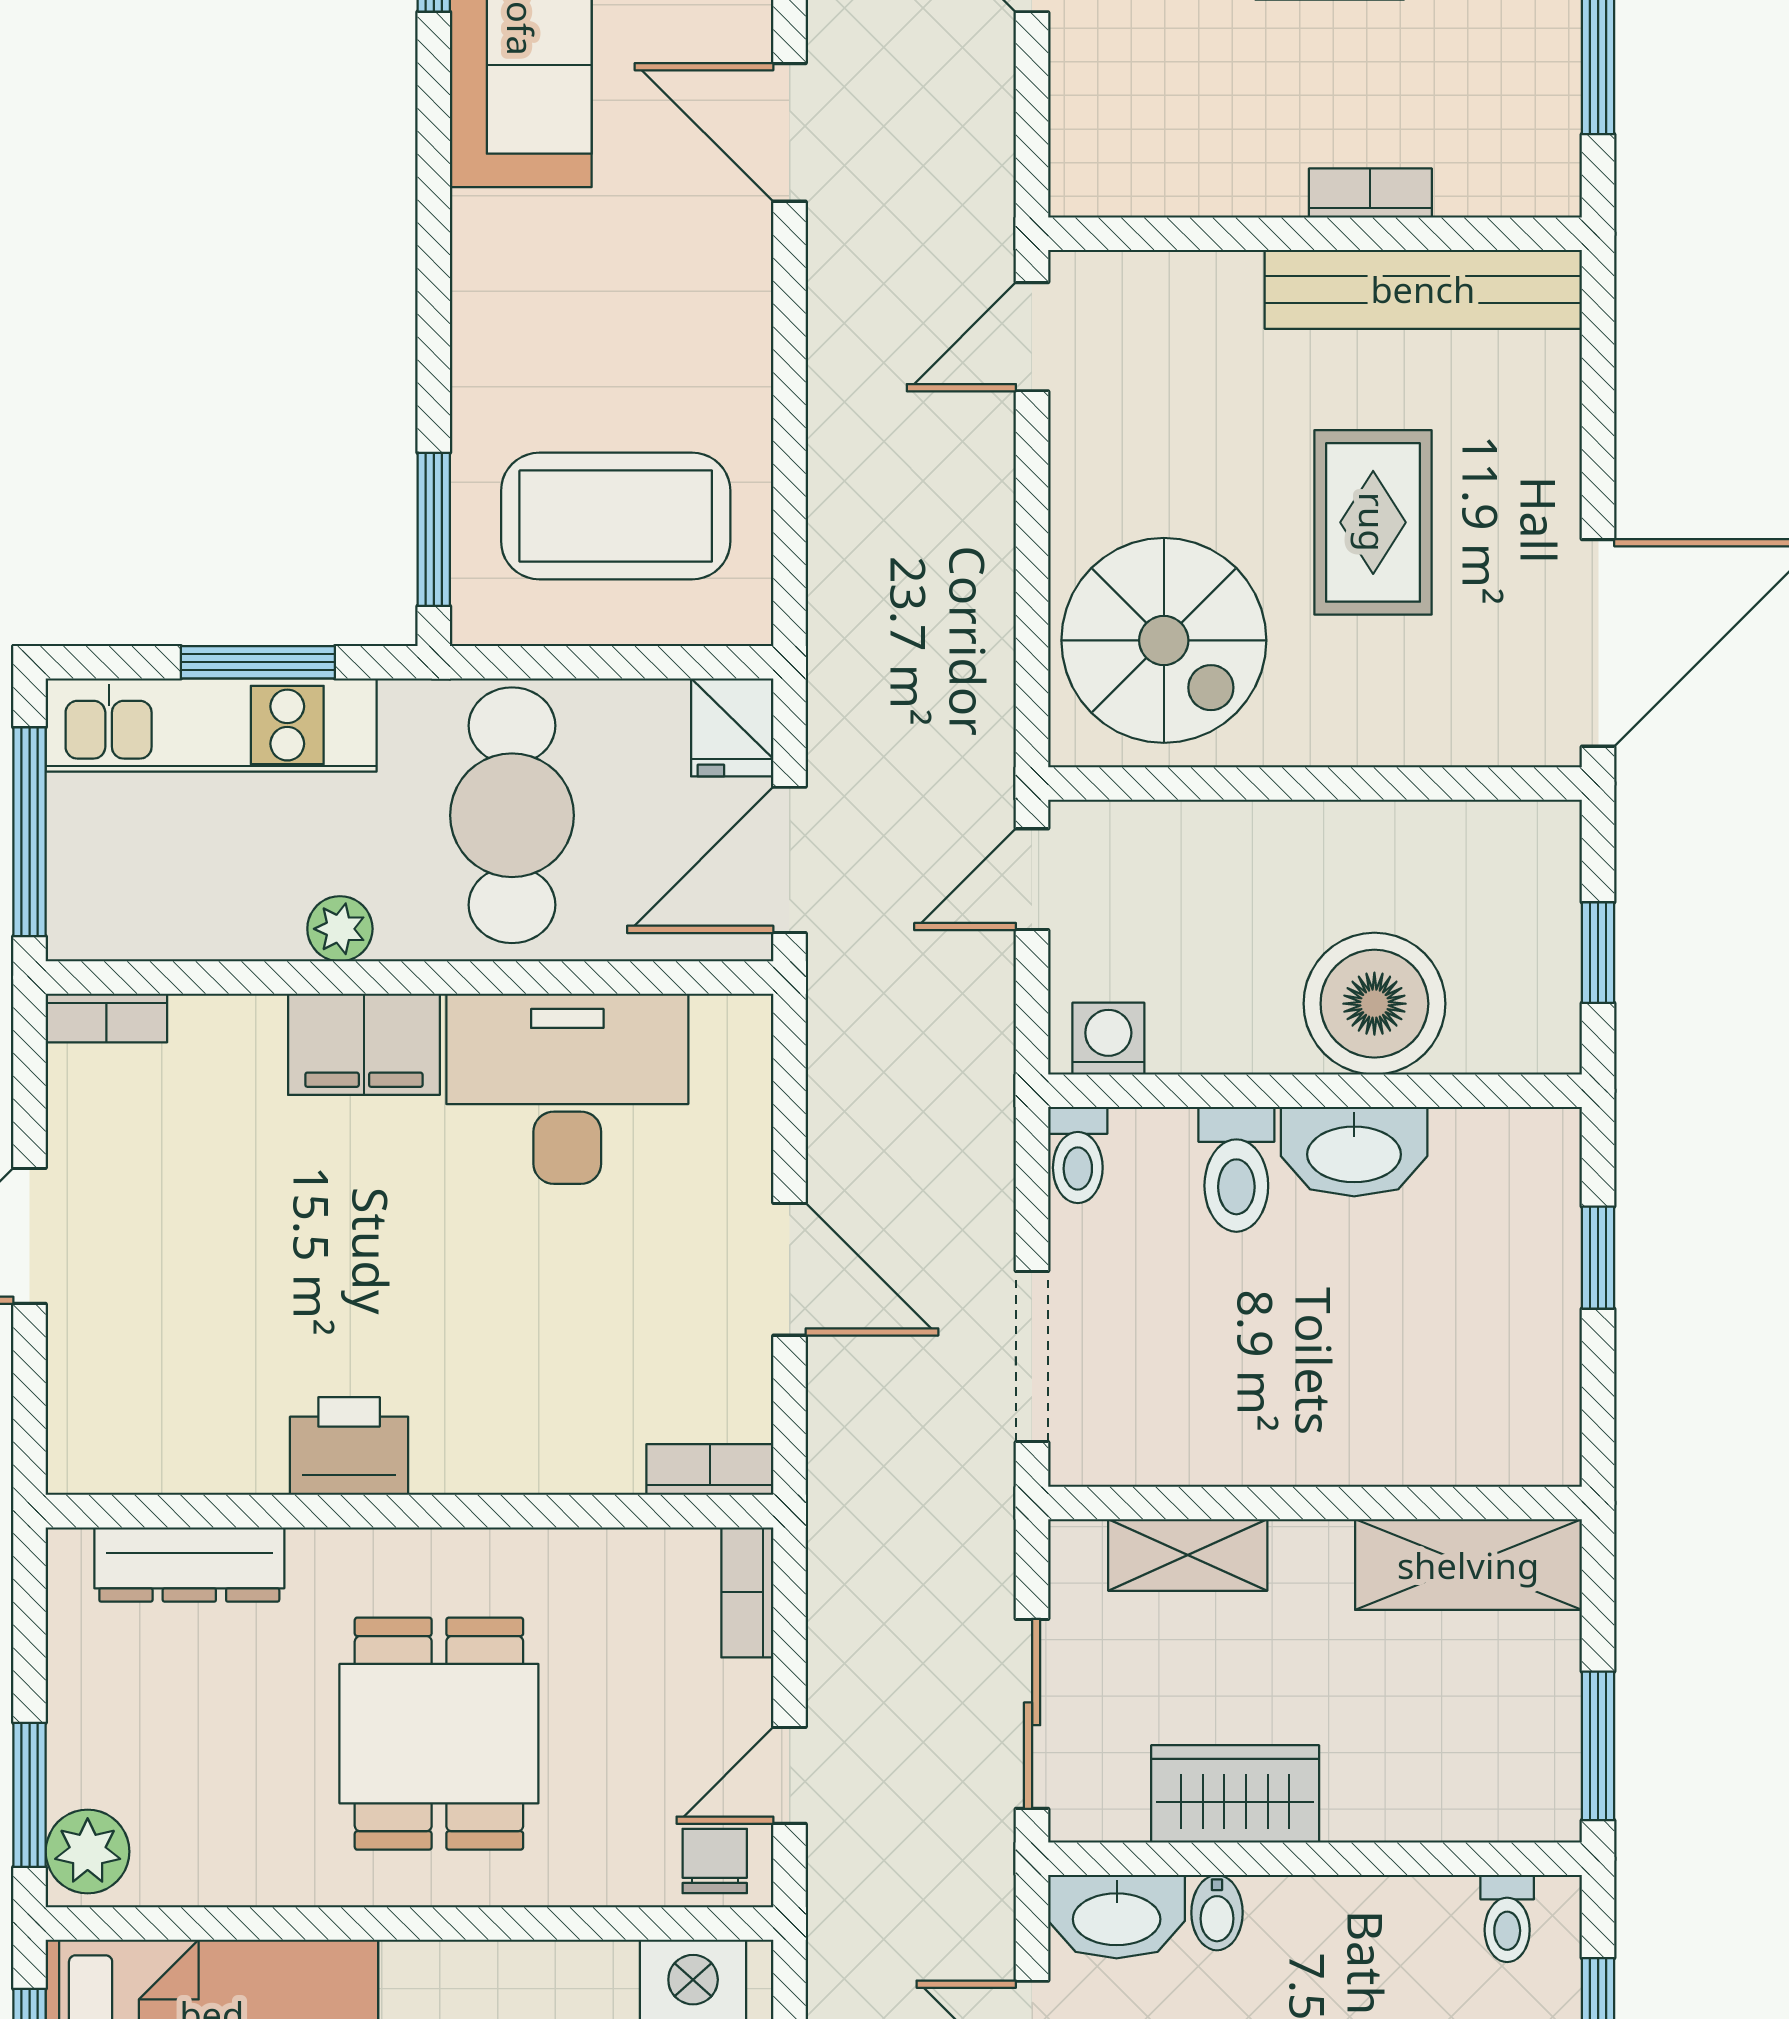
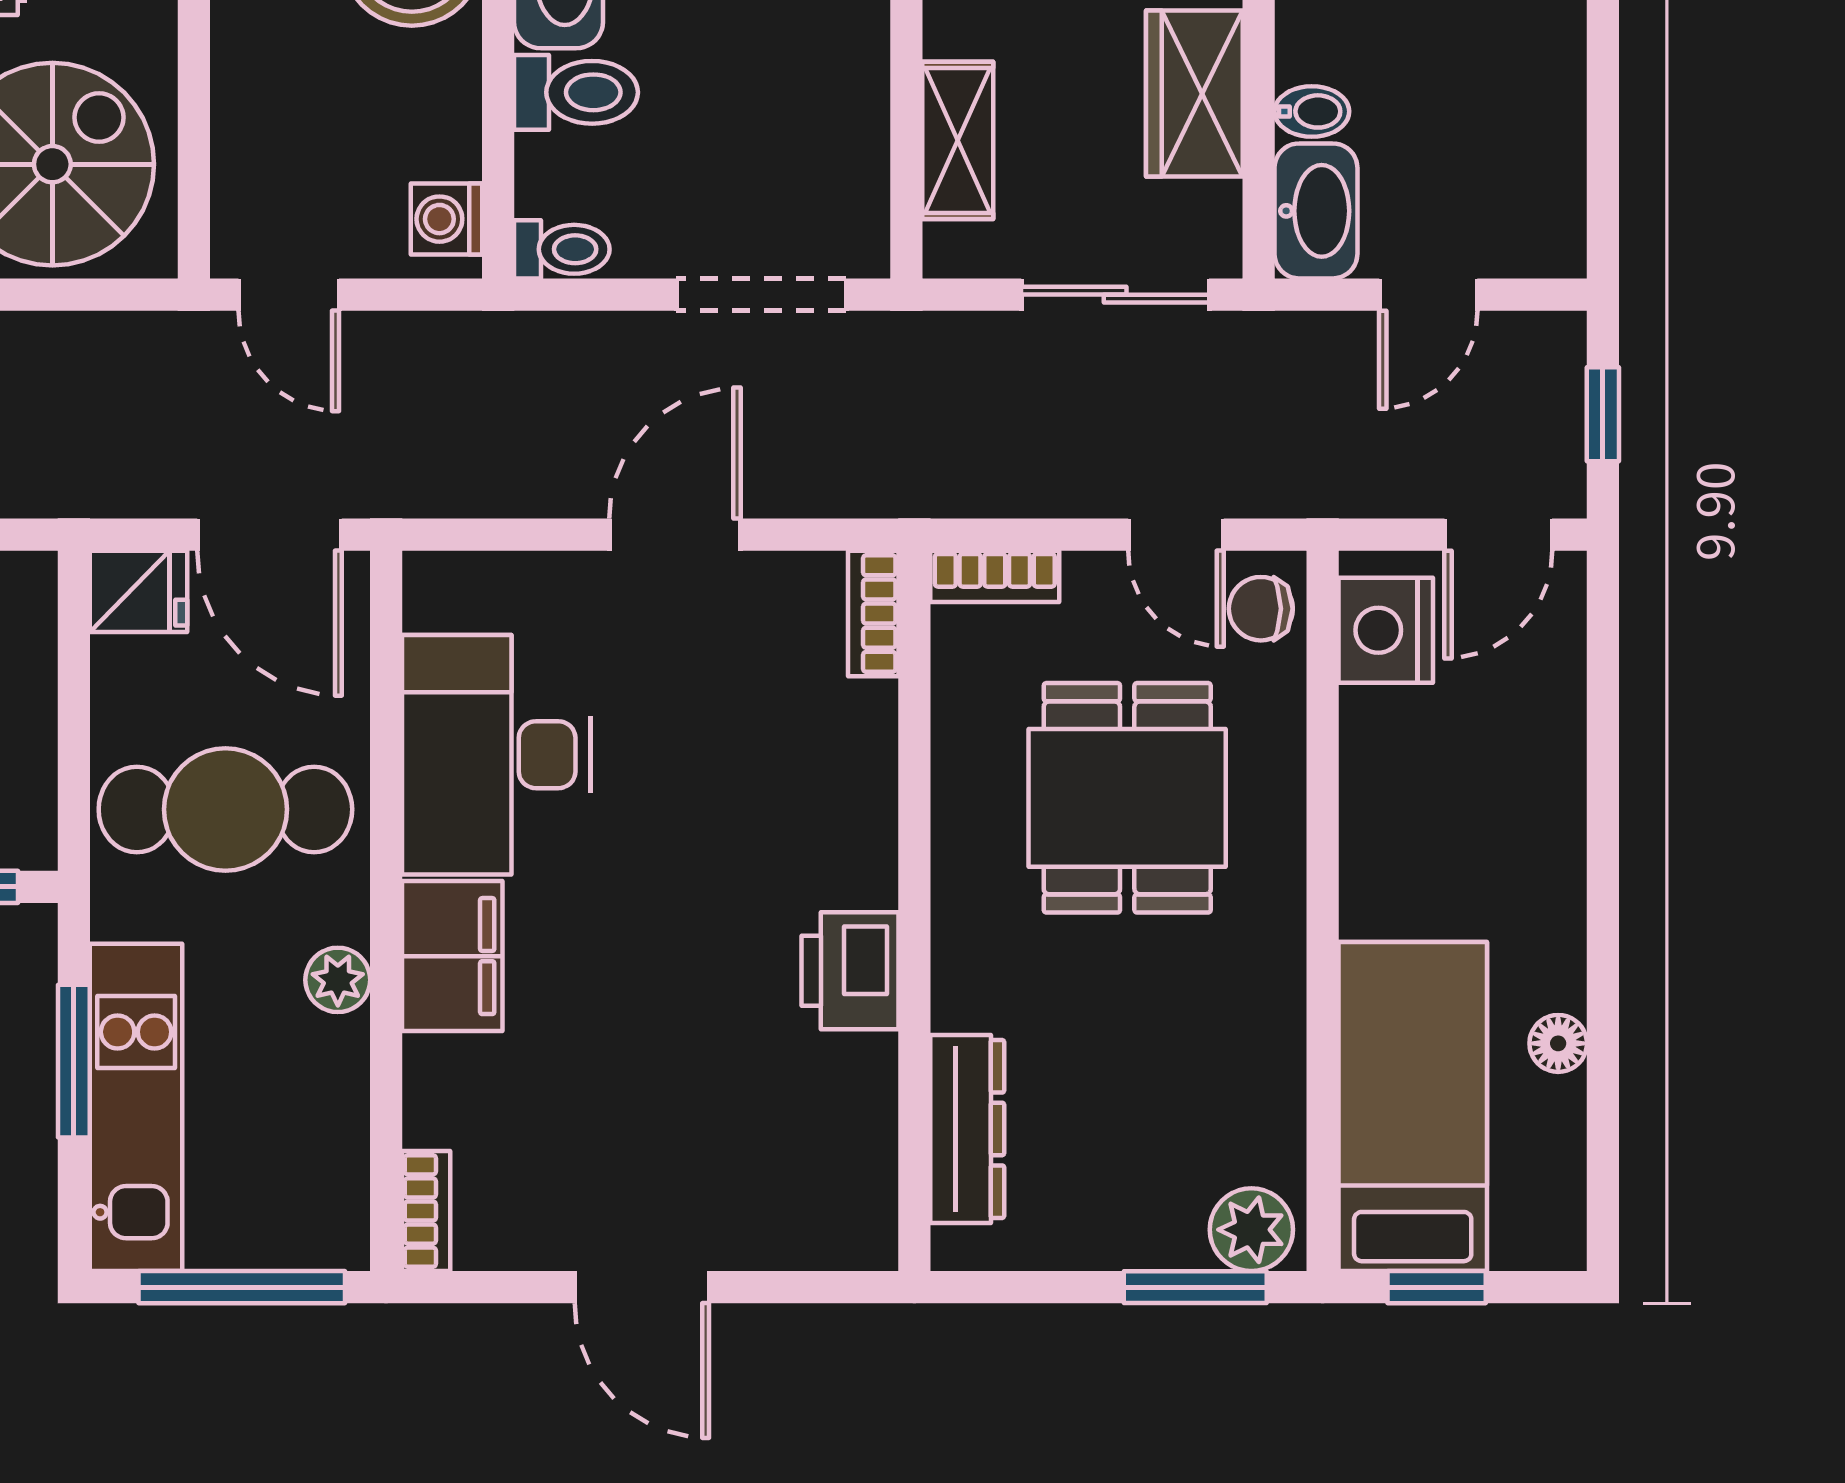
dining table: (439, 1734) -> (1127, 798), moved, turned 90

